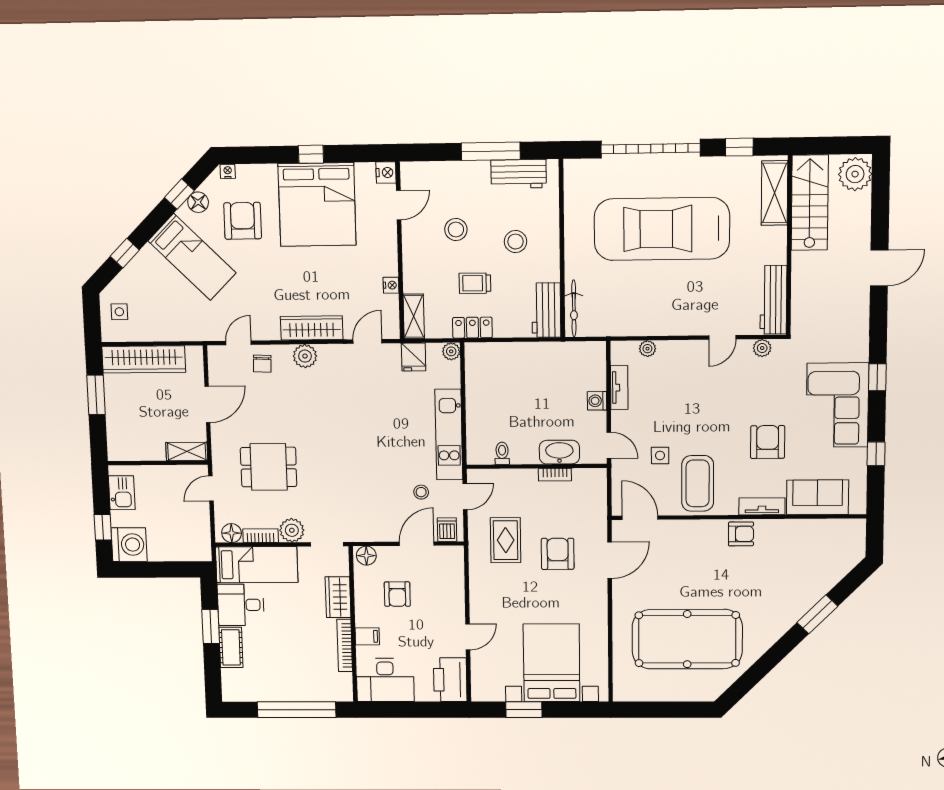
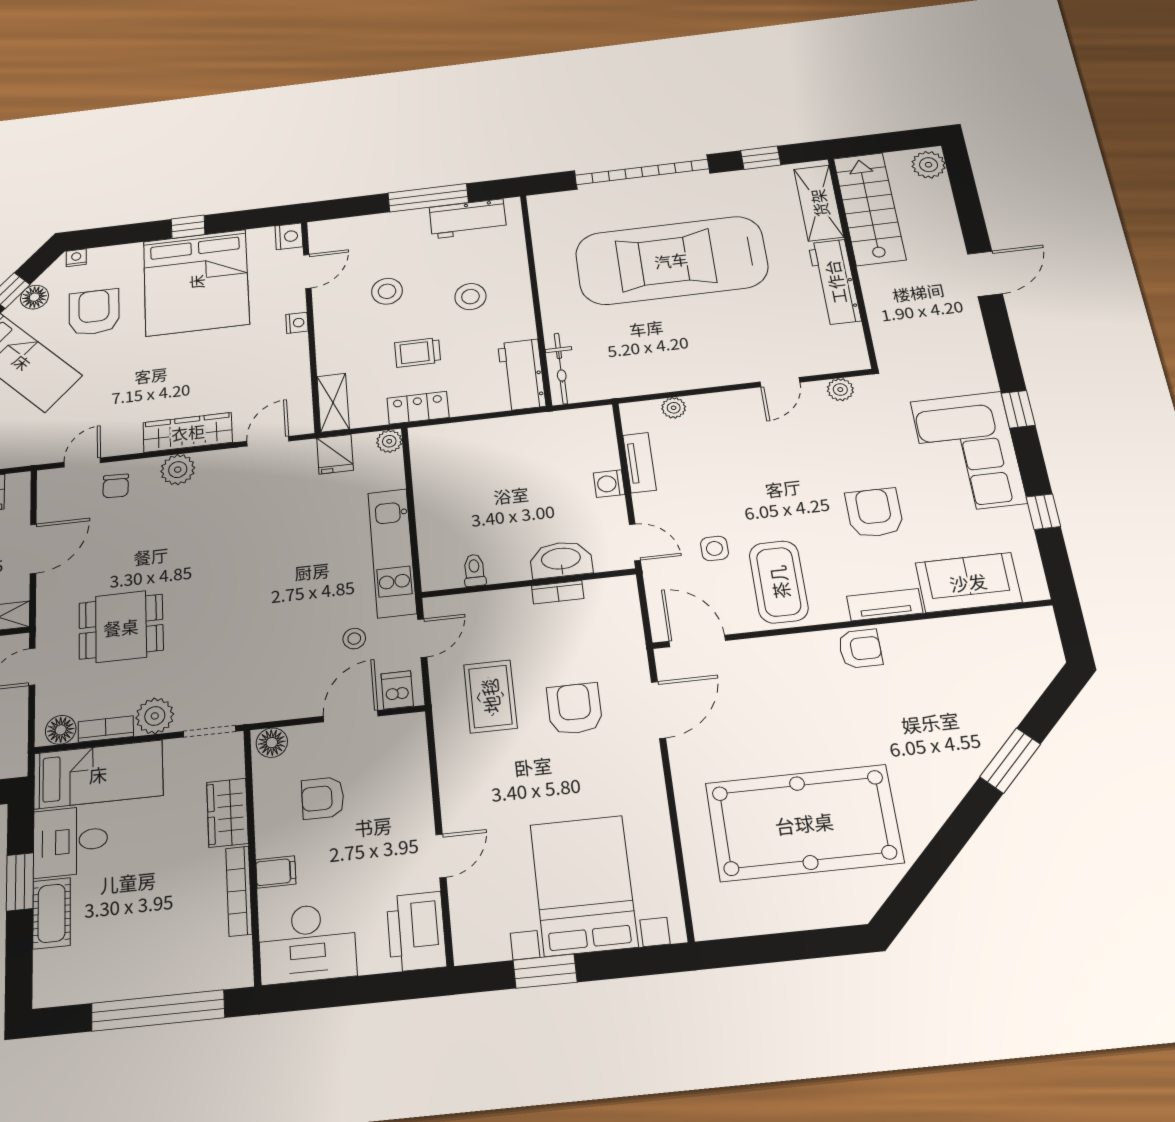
plant: (855, 174) -> (929, 165), width x0.73, depth x0.73
nightstand: (391, 285) -> (297, 323), moved
workbench: (773, 300) -> (835, 282), moved
armchair: (397, 594) -> (323, 798), turned 90

